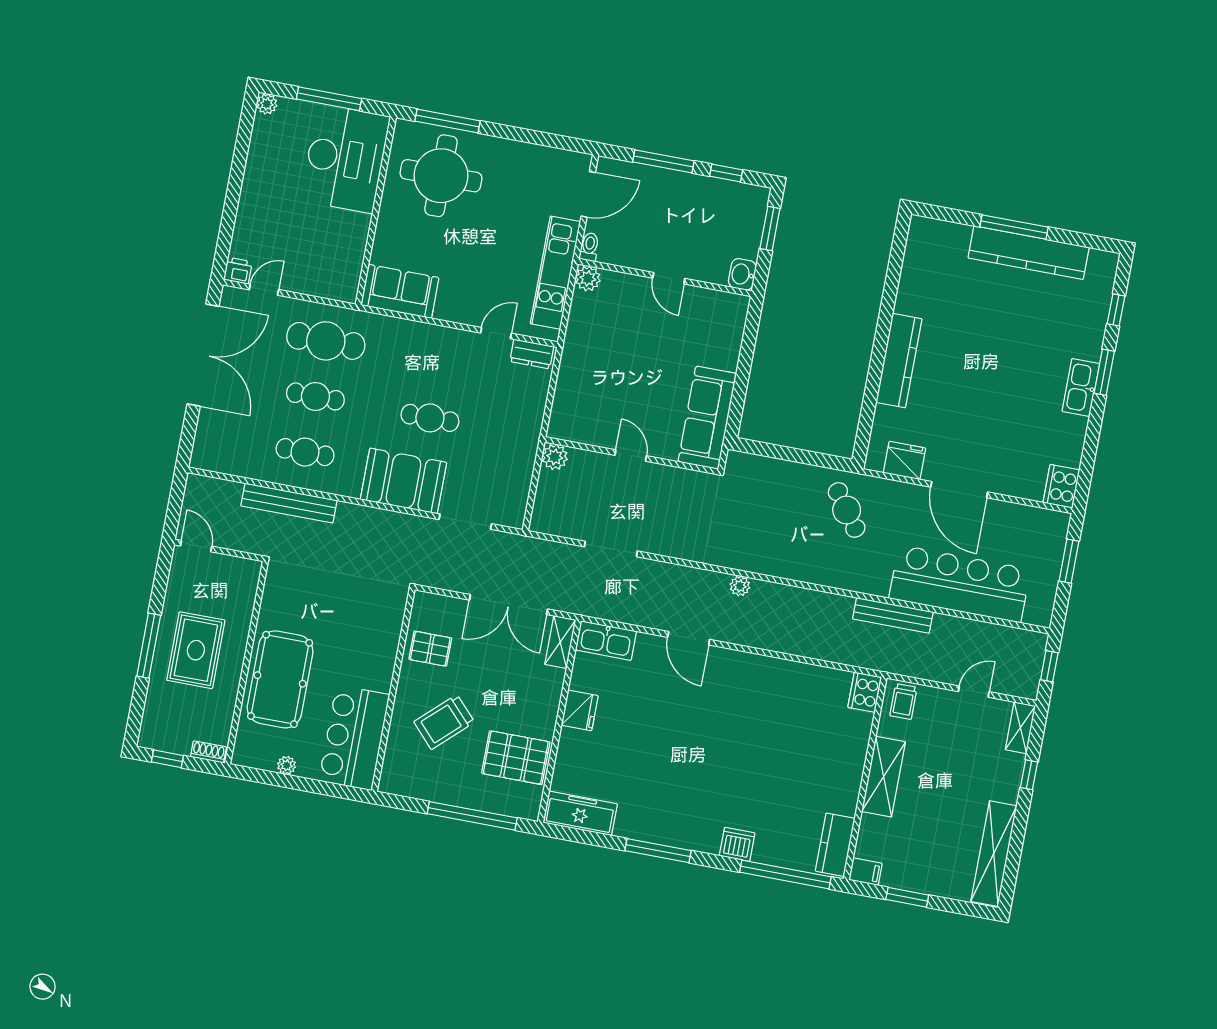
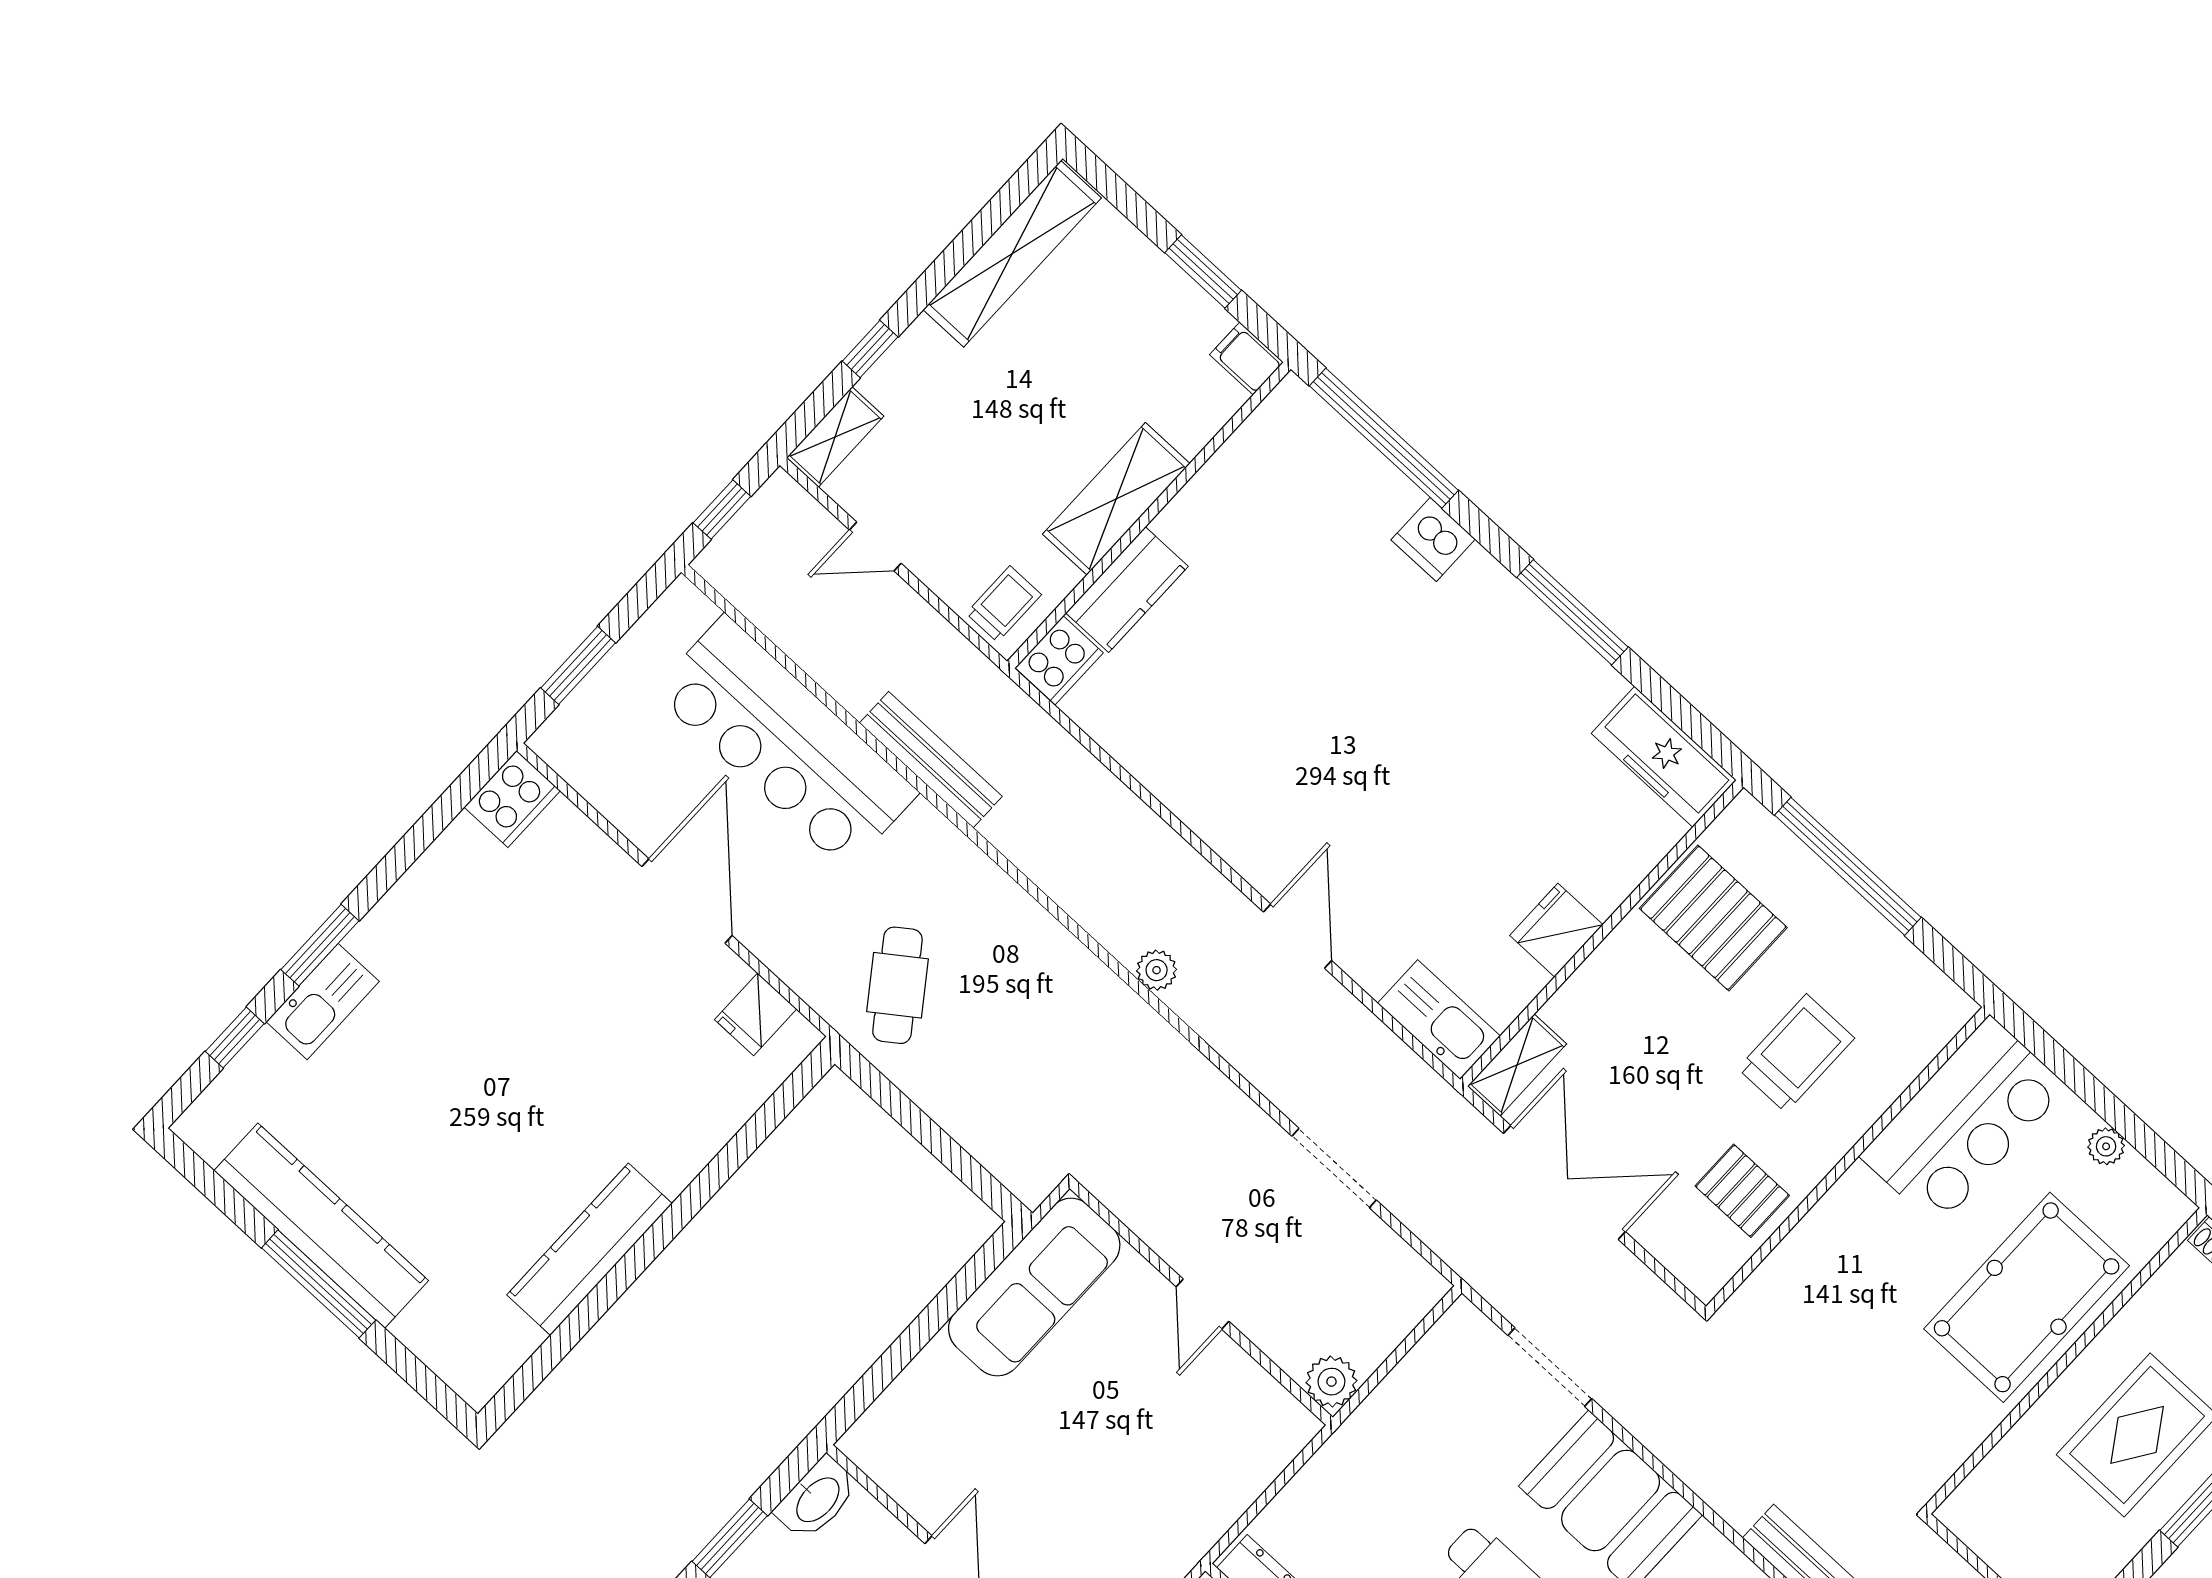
washbasin: (742, 274) -> (817, 1499), width x1.38
kitchen counter: (899, 361) -> (589, 1249), moved
kitchen sink: (1081, 388) -> (323, 1002), moved
fridge: (905, 460) -> (756, 1014), width x0.72
trolley: (444, 722) -> (1796, 1053), turned -47
kitchen counter: (835, 845) -> (1127, 590), moved

